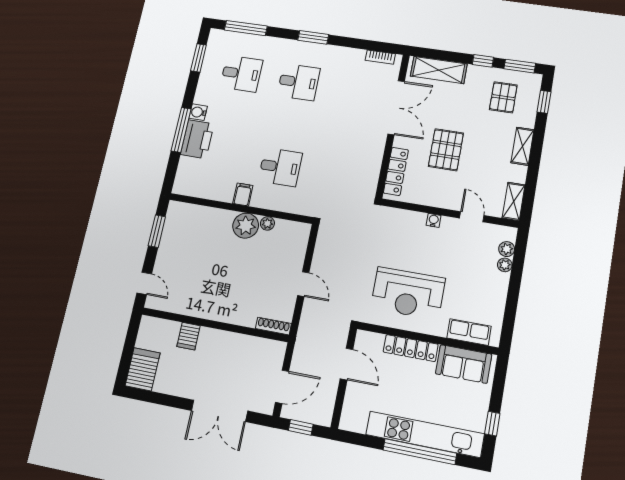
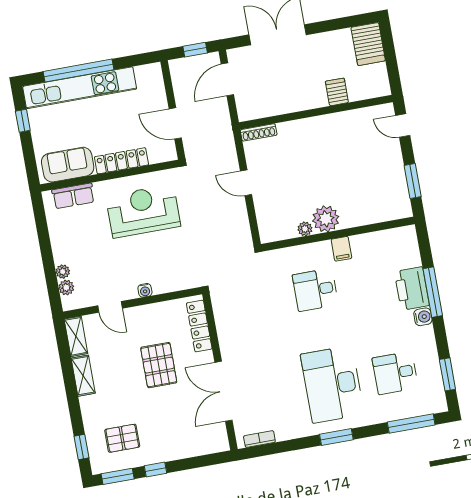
shelving: (439, 70) -> (196, 445), removed
desk: (299, 82) -> (332, 384), width x1.87, depth x1.30
pallet: (503, 97) -> (122, 438), turned 90
shelving: (522, 146) -> (83, 376), moved

